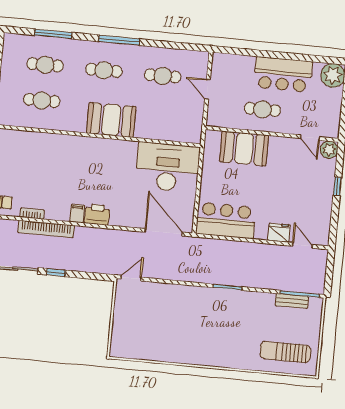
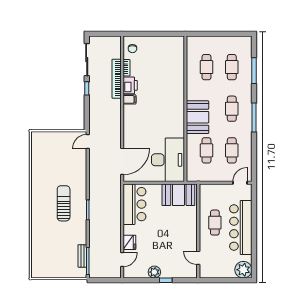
bar counter: (283, 74) -> (241, 227), width x1.36
door: (208, 89) -> (240, 183), moved
cafe table: (159, 112) -> (206, 150), added
door: (310, 138) -> (198, 258), hinge flipped
booth: (244, 148) -> (178, 195), moved, turned 90
plant: (329, 150) -> (154, 272), moved
printer: (97, 214) -> (130, 85), moved
door: (131, 278) -> (88, 142), swing flipped
sun lounger: (285, 352) -> (64, 203), moved

